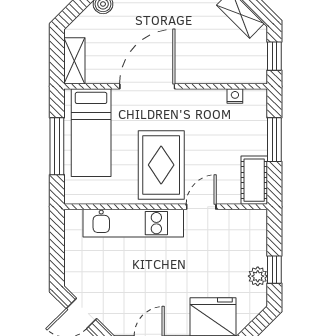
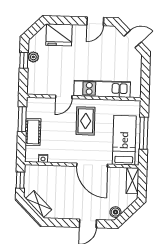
door: (147, 86) -> (92, 165), hinge flipped
window: (274, 140) -> (22, 119), moved
rug: (161, 165) -> (86, 121), width x0.73, depth x0.70
cot: (254, 180) -> (33, 132), moved

